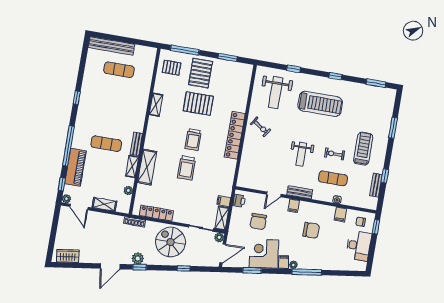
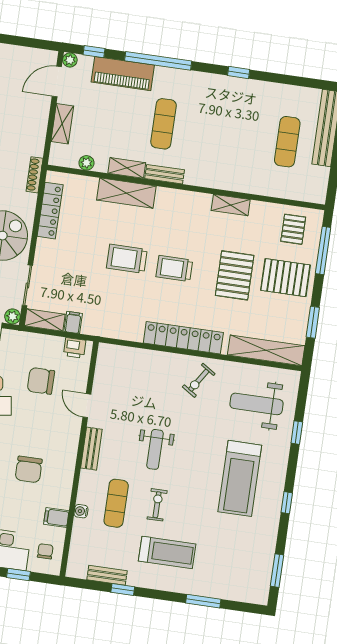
shelving: (244, 86) -> (266, 350), added
weight bench: (301, 154) -> (155, 449), turned -90
filing cabinet: (294, 206) -> (69, 439), removed
window: (376, 227) -> (18, 575), moved

